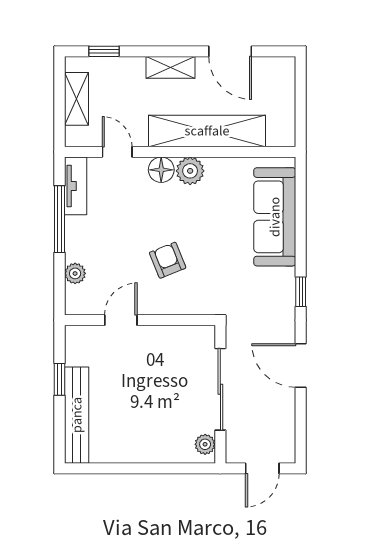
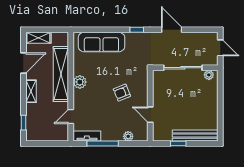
shelving: (76, 99) -> (38, 38), moved
floor lamp: (161, 170) -> (79, 96), removed
door: (301, 366) -> (172, 30), swing flipped

